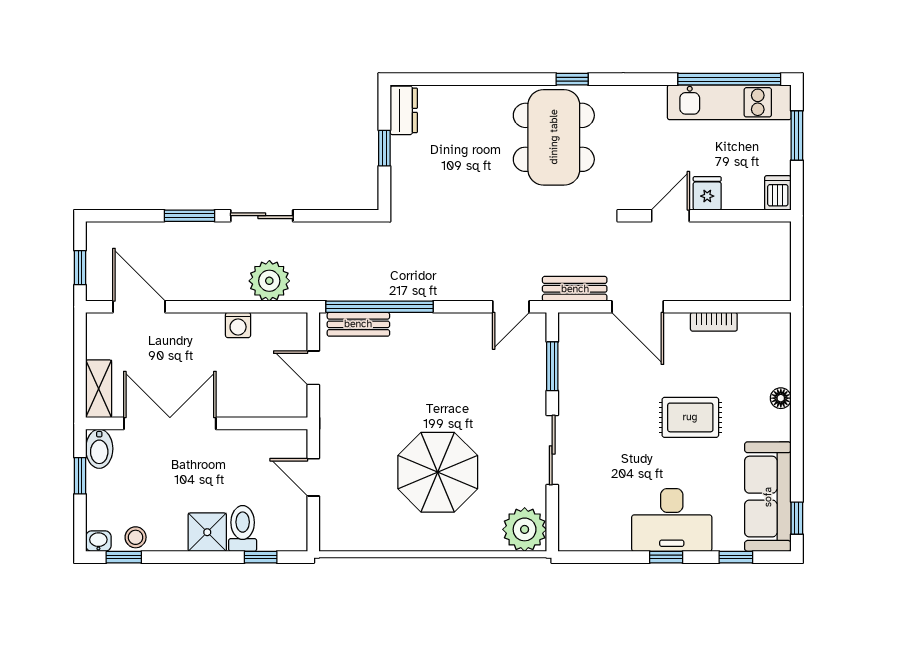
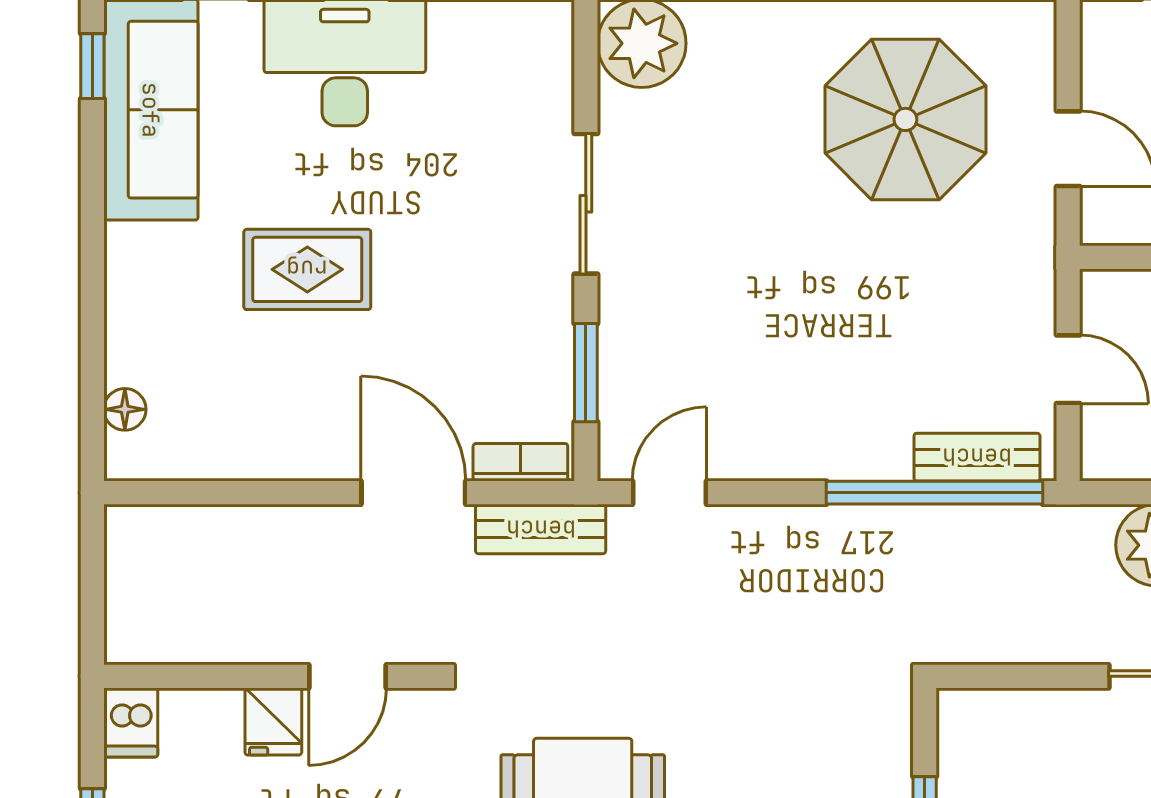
bookcase: (714, 322) -> (520, 462), moved
floor lamp: (781, 398) -> (125, 409), moved
parasol: (438, 472) -> (905, 119), moved

